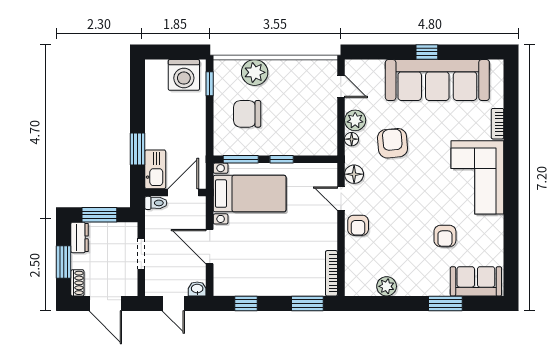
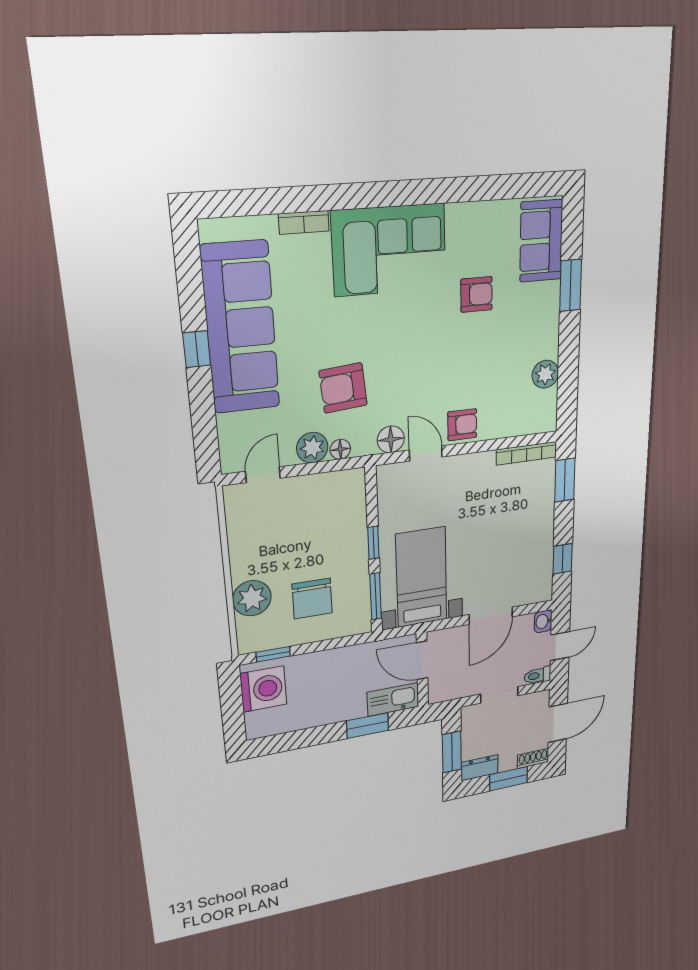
door: (341, 199) -> (426, 453), swing flipped
toilet: (156, 203) -> (537, 675), moved, turned -90

